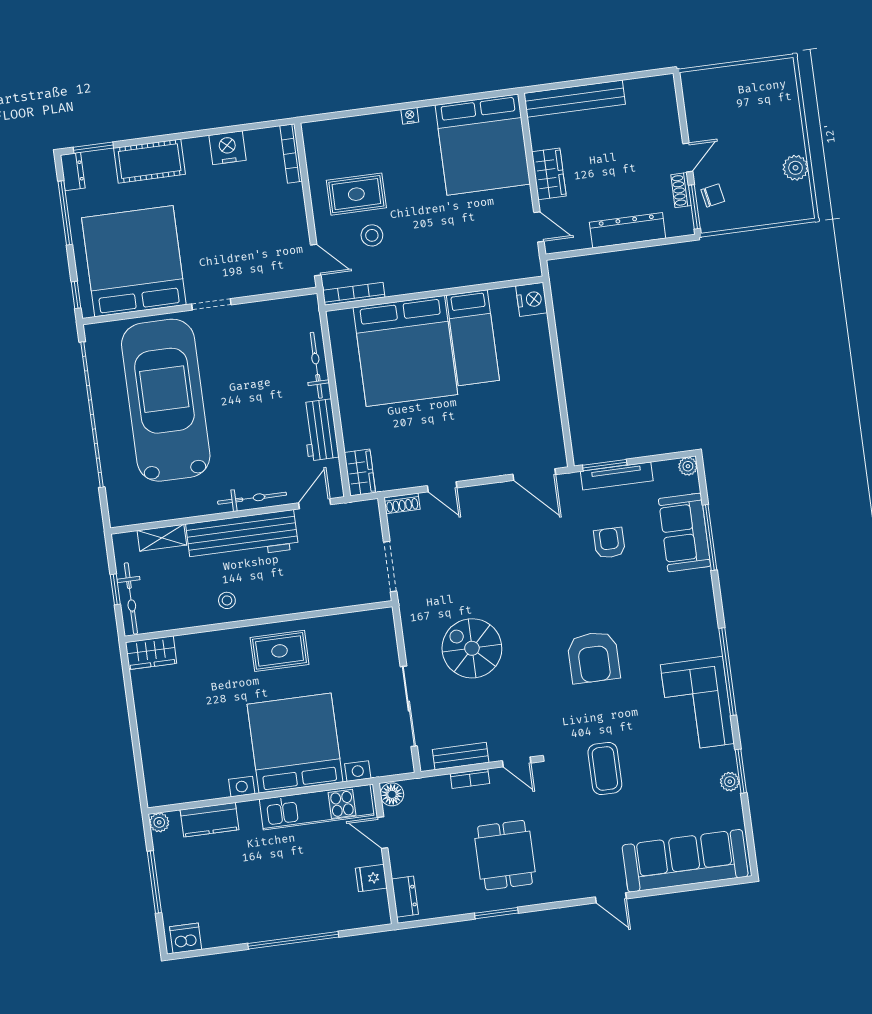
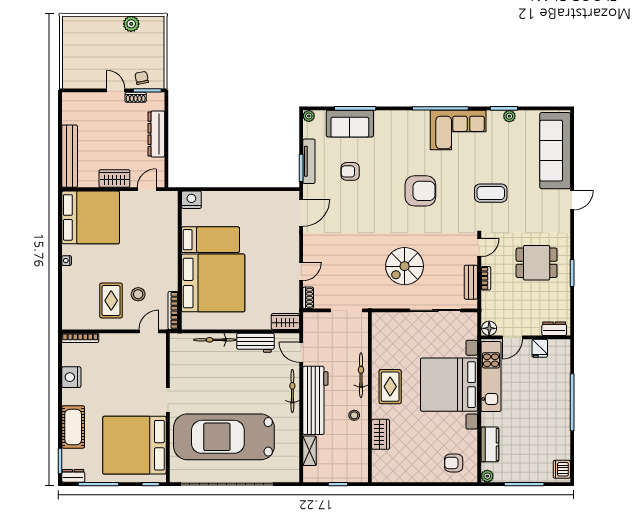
bicycle: (131, 598) -> (361, 375), moved, turned -90
wardrobe: (151, 653) -> (381, 434), moved
armchair: (173, 767) -> (454, 463), added

